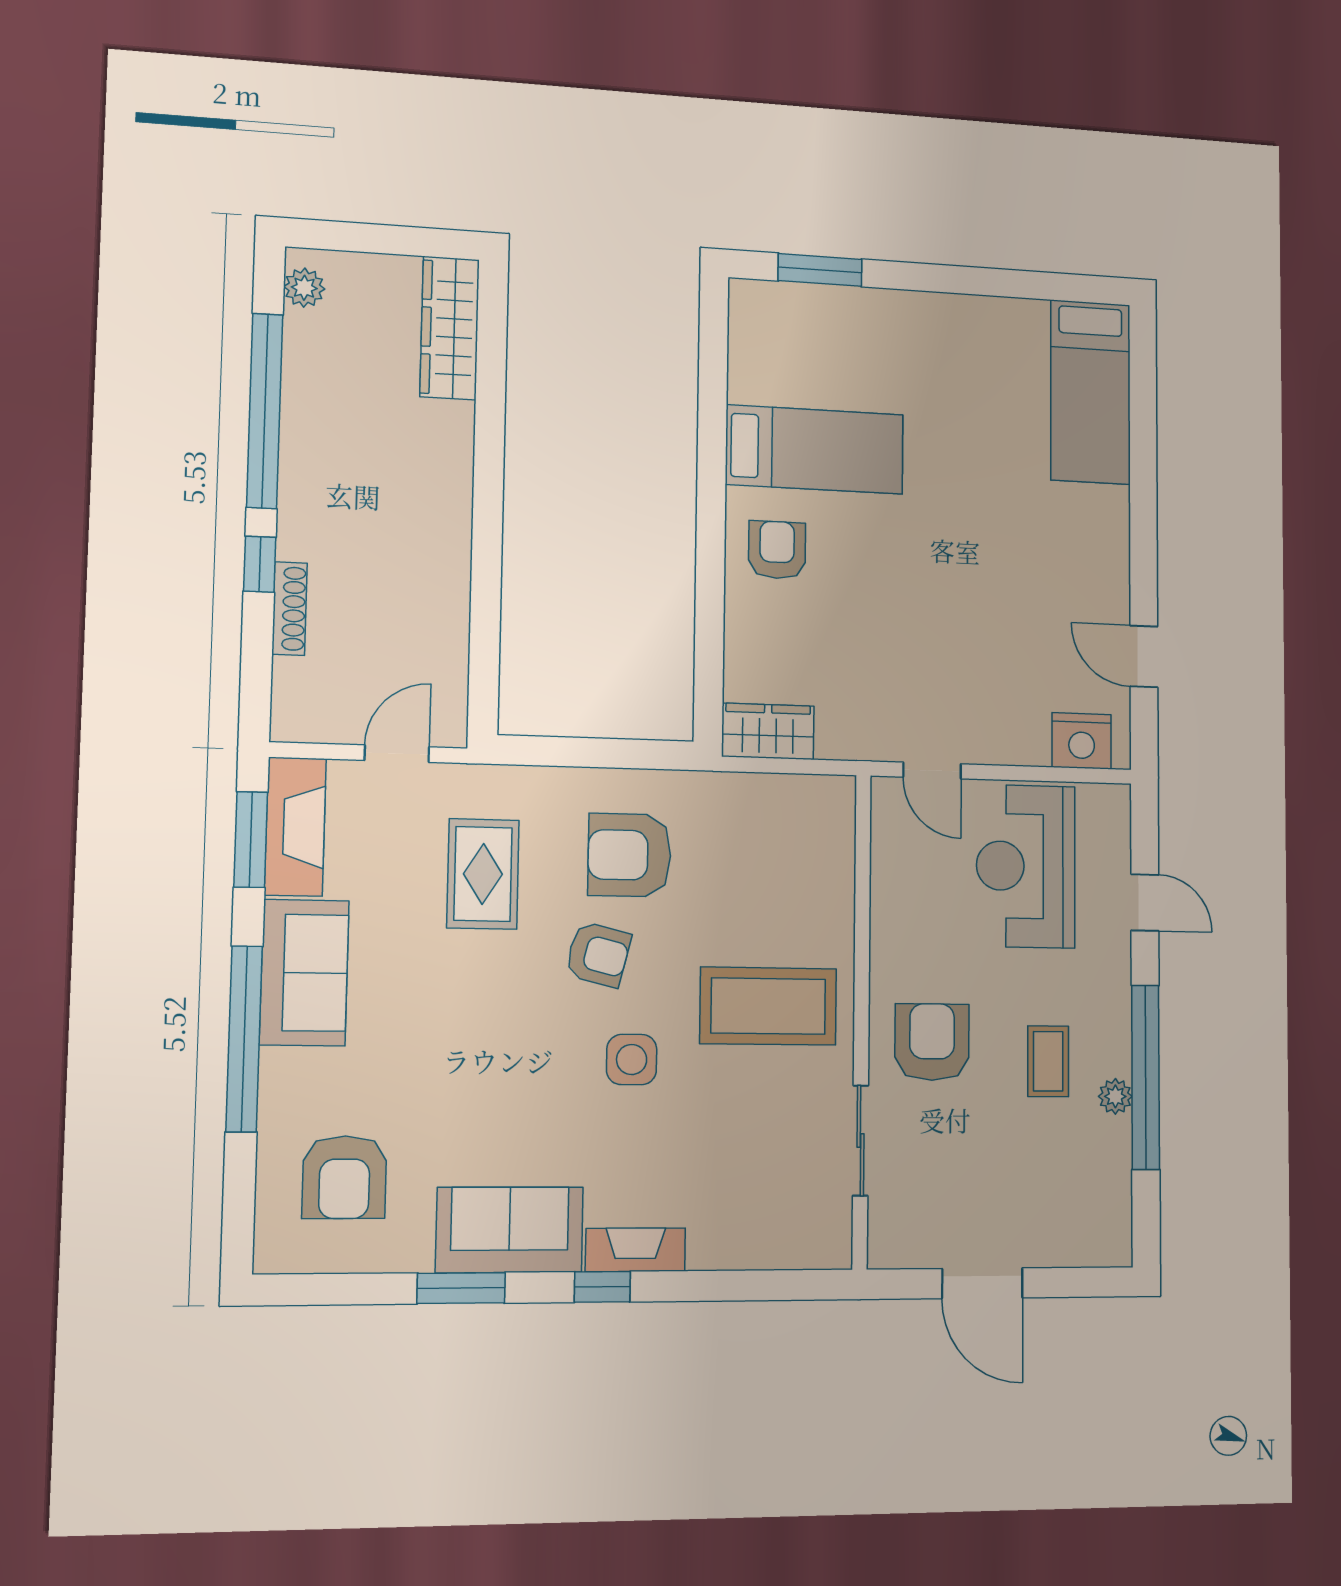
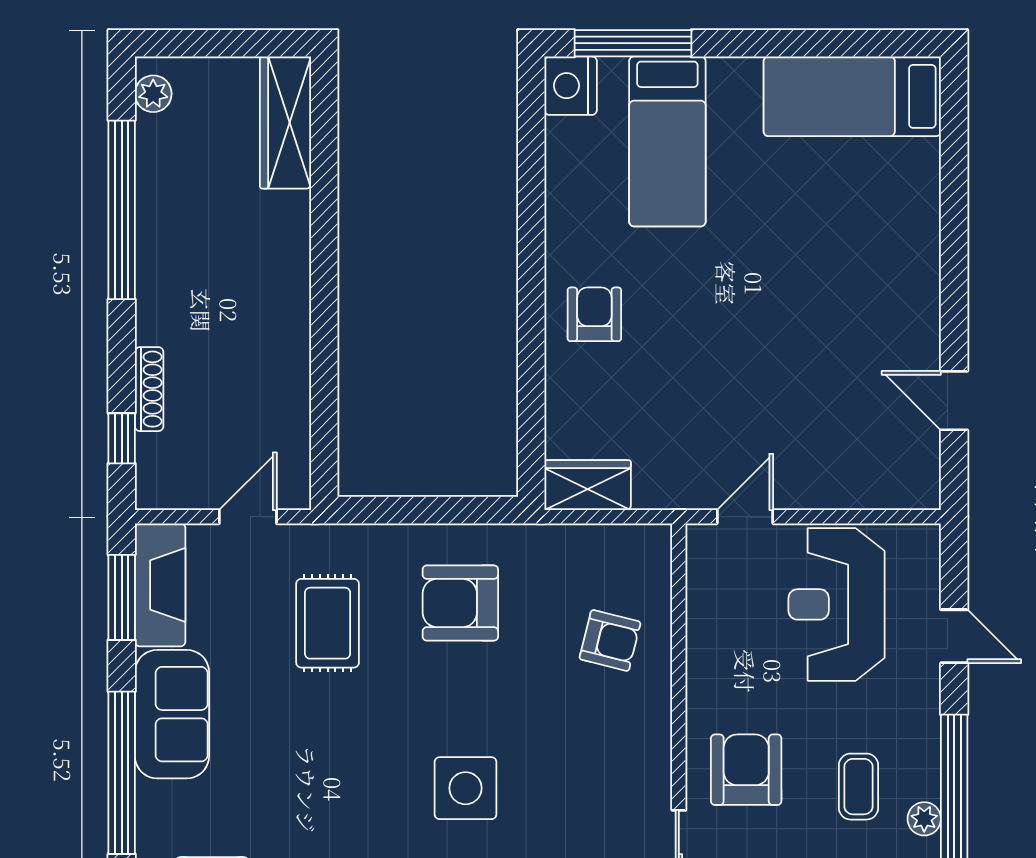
window: (820, 270) -> (633, 43), width x1.44
bed: (1091, 392) -> (852, 96), moved, turned 90
bed: (815, 449) -> (667, 141), moved, turned 90
window: (260, 564) -> (122, 438), moved
nightstand: (1082, 741) -> (571, 86), moved, turned 90
door: (932, 770) -> (745, 517), swing flipped
armchair: (598, 954) -> (610, 640), moved
coffee table: (768, 1006) -> (591, 738), removed
side table: (632, 1060) -> (466, 788), width x1.37, depth x1.37

